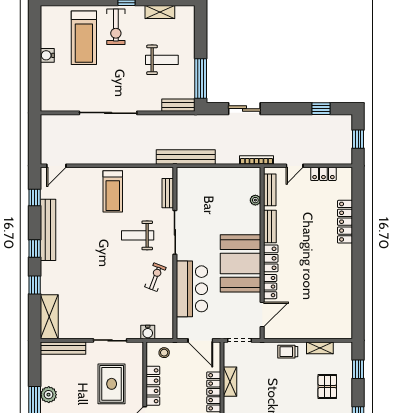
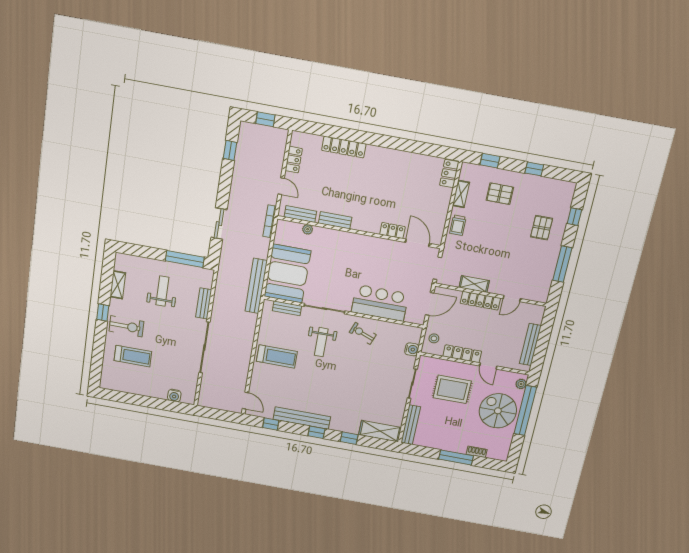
treadmill: (84, 38) -> (133, 356), width x0.73, depth x0.73
water cooler: (47, 55) -> (174, 396), moved
bench: (178, 105) -> (204, 303), moved
locker: (271, 258) -> (449, 174), moved, turned -90
booth: (241, 263) -> (287, 274), moved, turned 90
plant: (49, 395) -> (450, 444), removed

